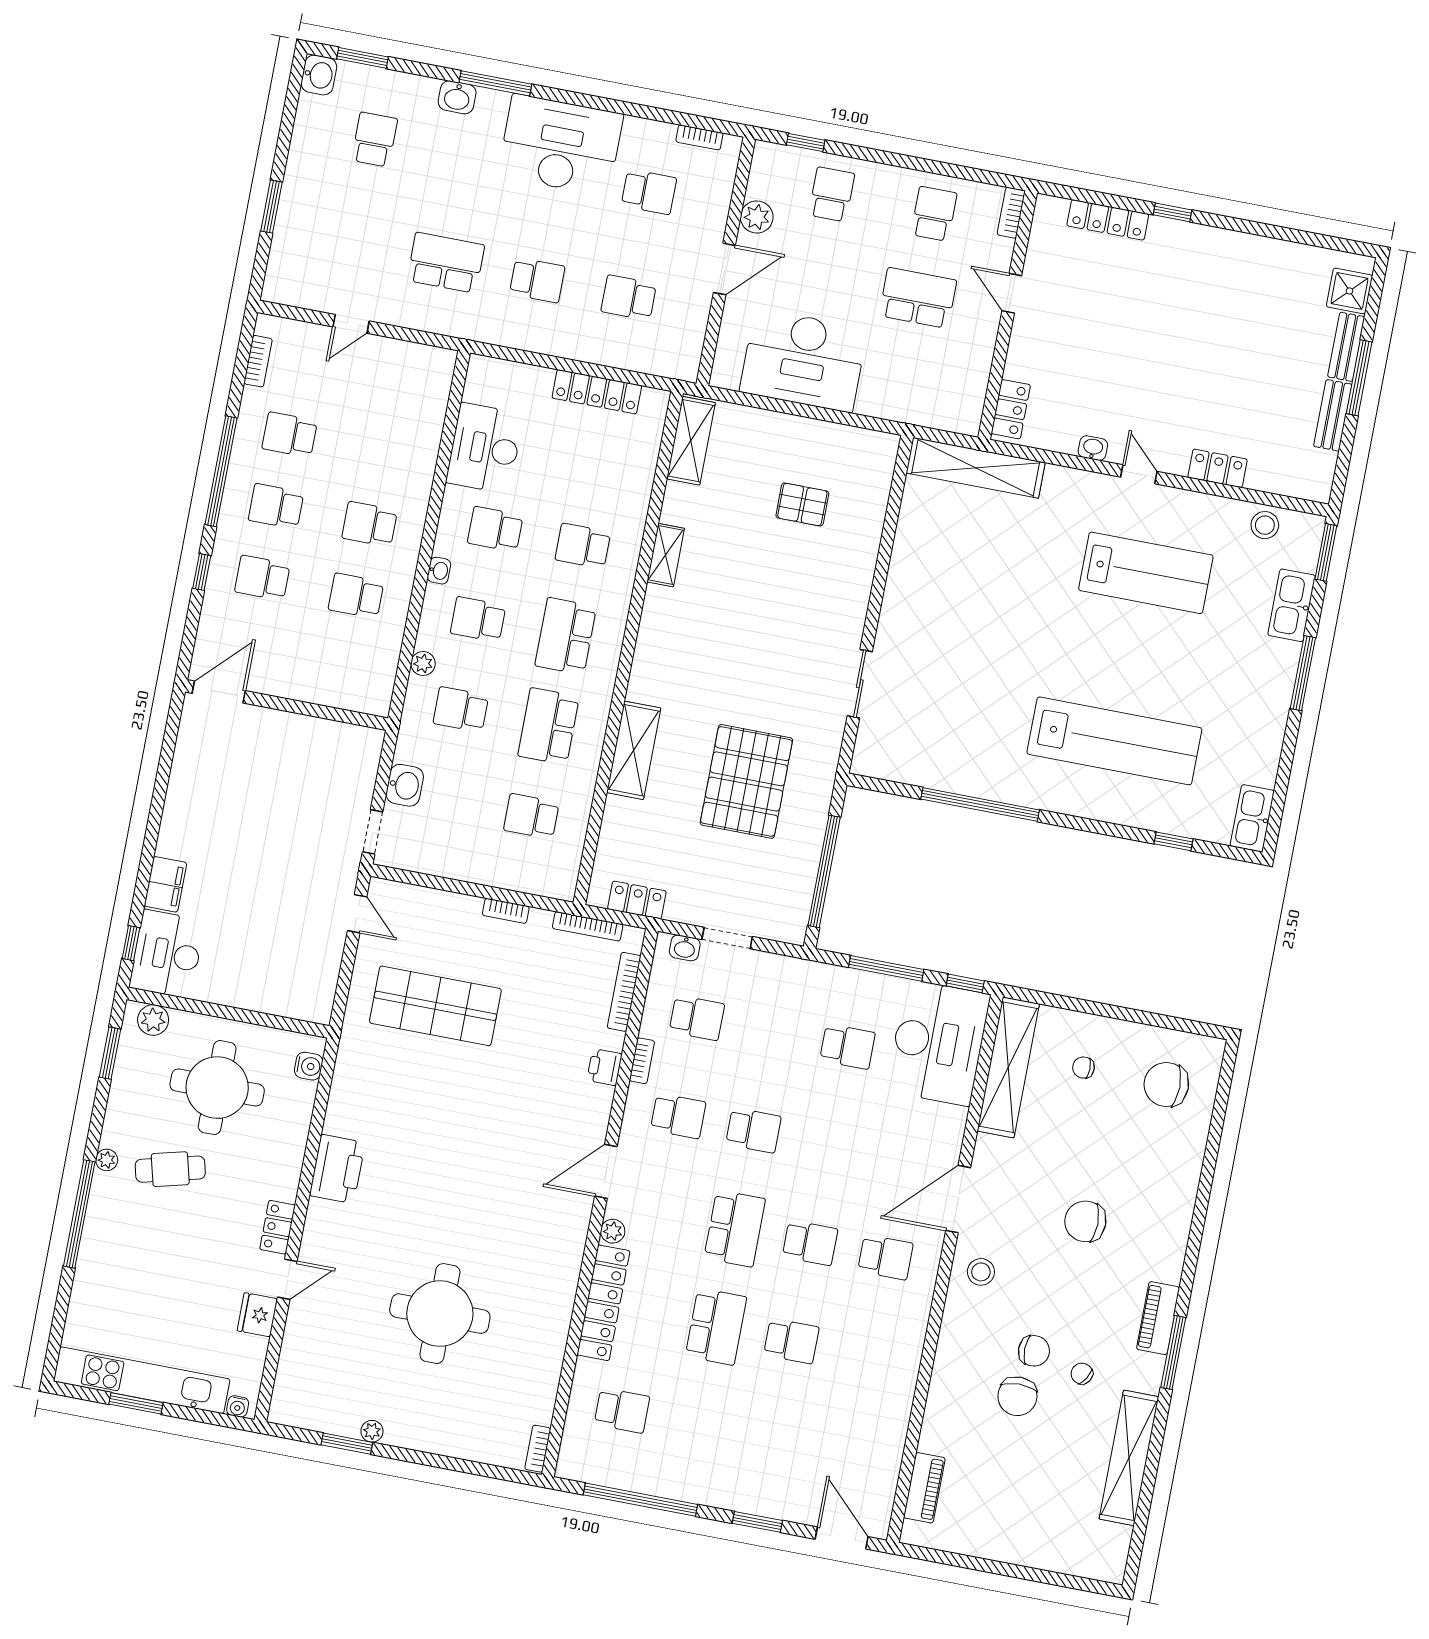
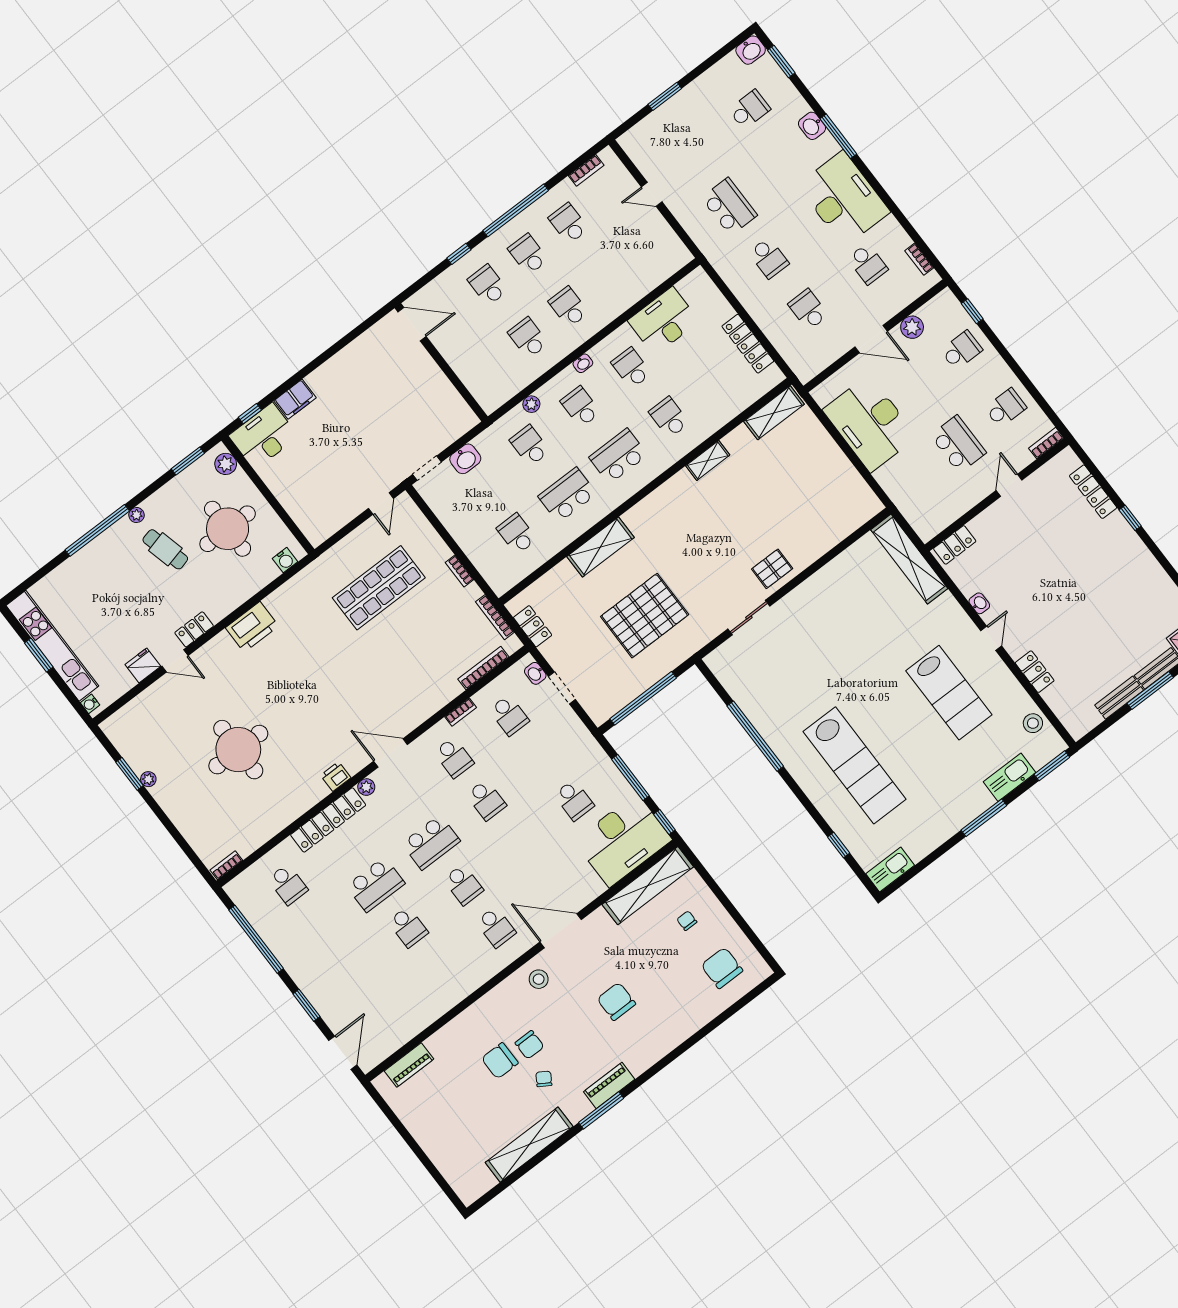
pallet: (802, 504) -> (772, 569), moved, turned 90
shop shelf: (435, 1006) -> (379, 588), turned 90
printer: (604, 1067) -> (336, 776), moved

